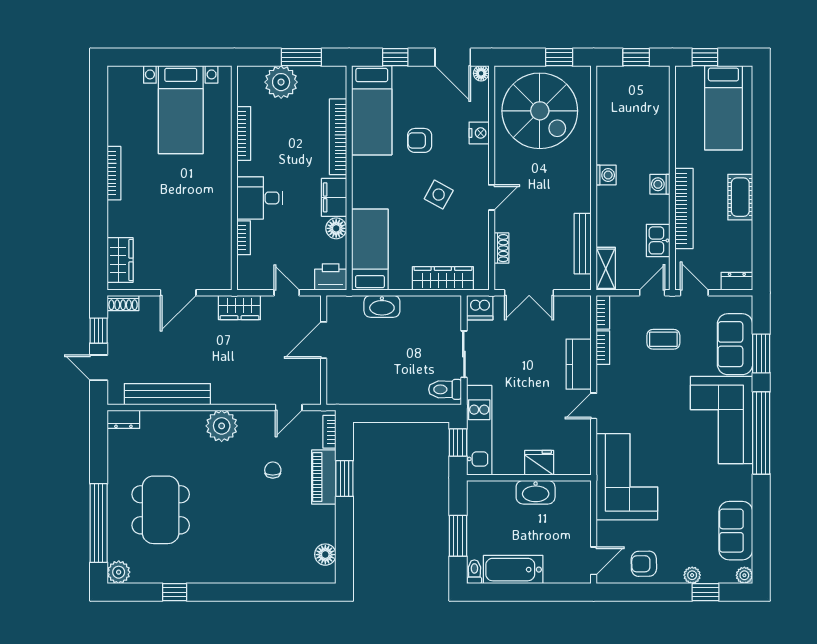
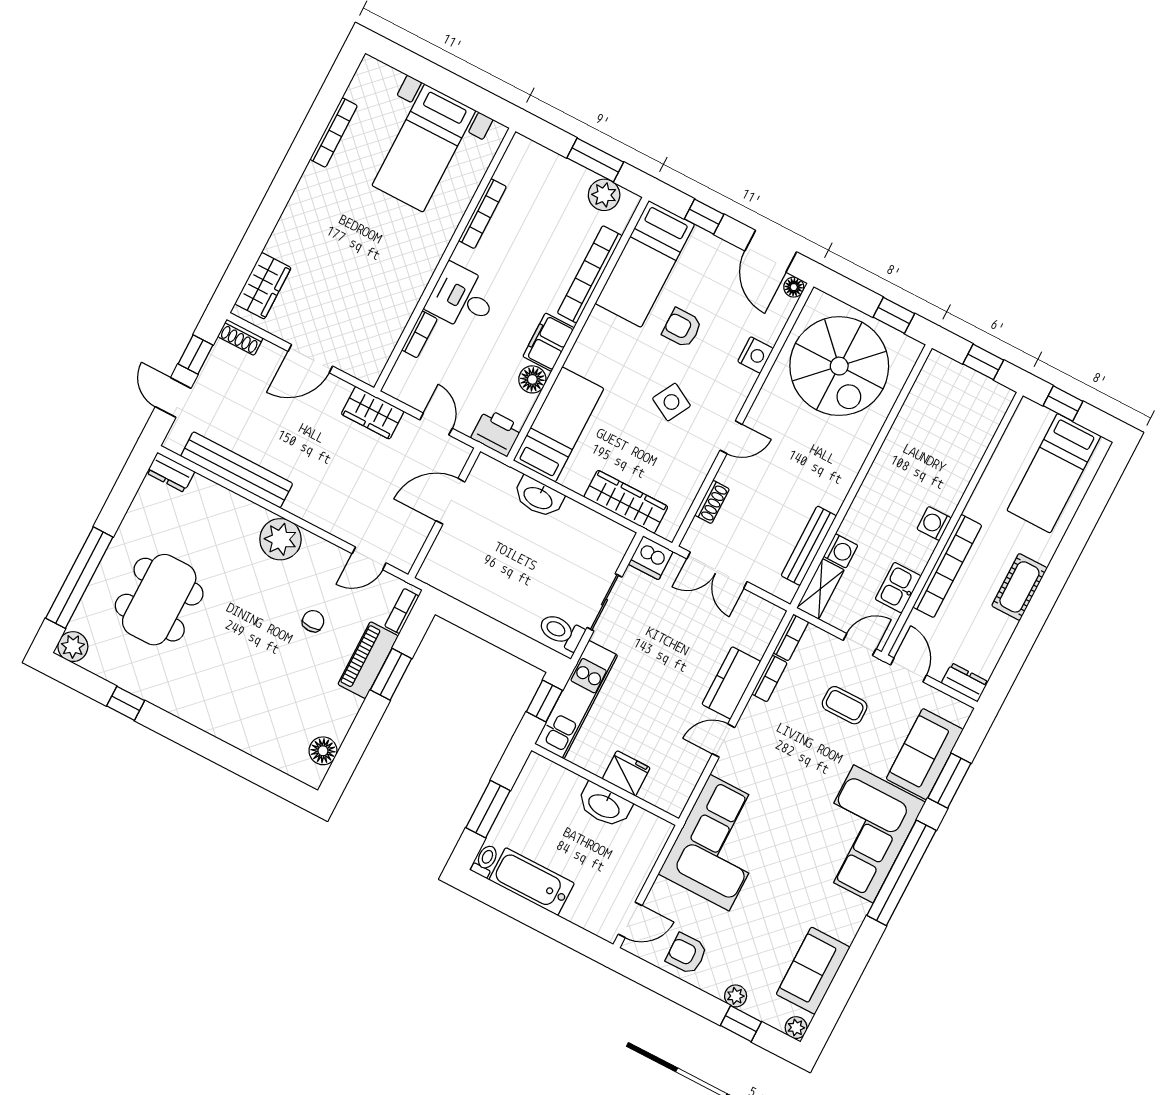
plant: (281, 82) -> (604, 195), moved, width x0.73, depth x0.73
bookcase: (114, 173) -> (334, 133), moved
washing machine: (606, 175) -> (841, 551), moved

